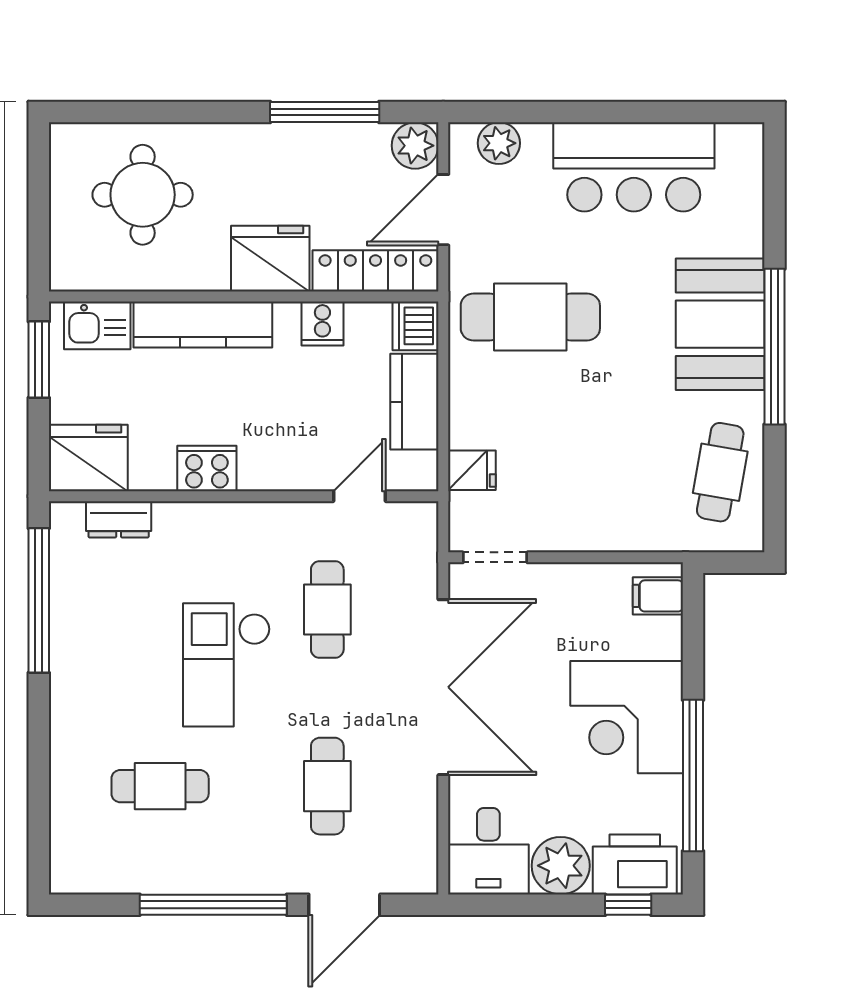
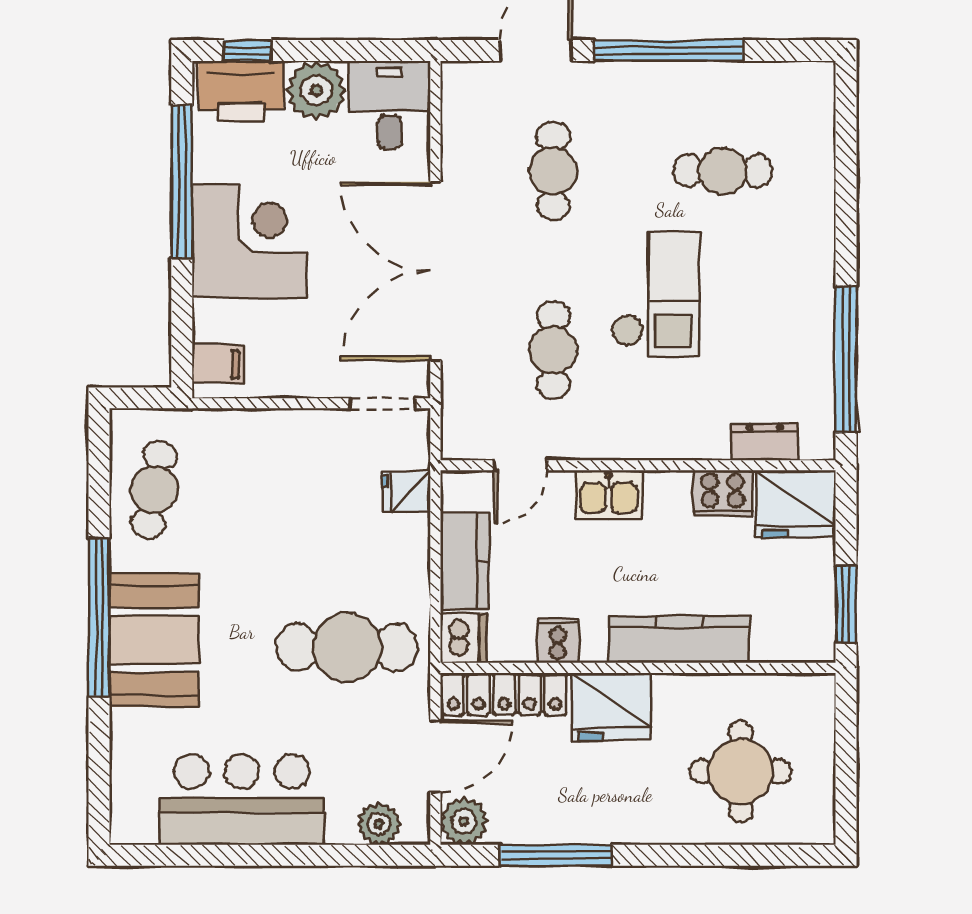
kitchen sink: (97, 325) -> (608, 495), moved, turned 180
cooker: (207, 469) -> (723, 493), moved

